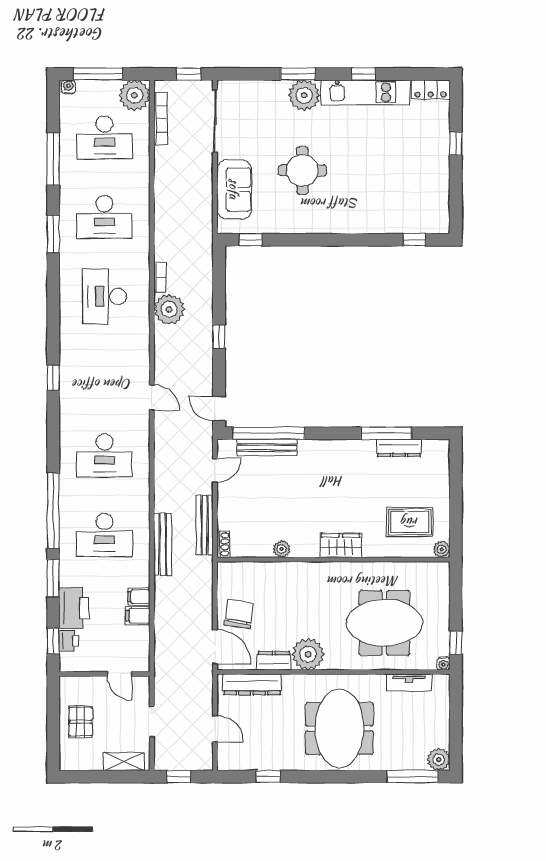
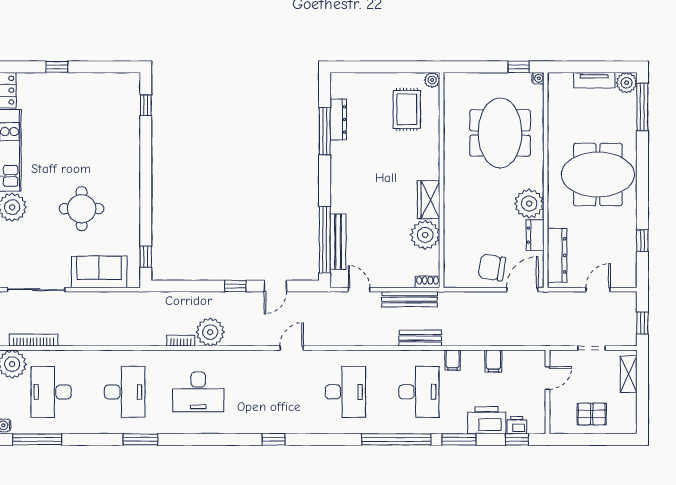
desk: (104, 137) -> (51, 392), turned 180
window: (53, 159) -> (37, 439), moved
door: (219, 409) -> (275, 286), moved
bench: (163, 545) -> (420, 338), width x0.73
wardrobe: (341, 545) -> (429, 200), moved
plant: (282, 549) -> (425, 235), width x1.87, depth x1.87
filing cabinet: (139, 597) -> (453, 360), moved
tv unit: (409, 682) -> (594, 80), moved, turned 90

